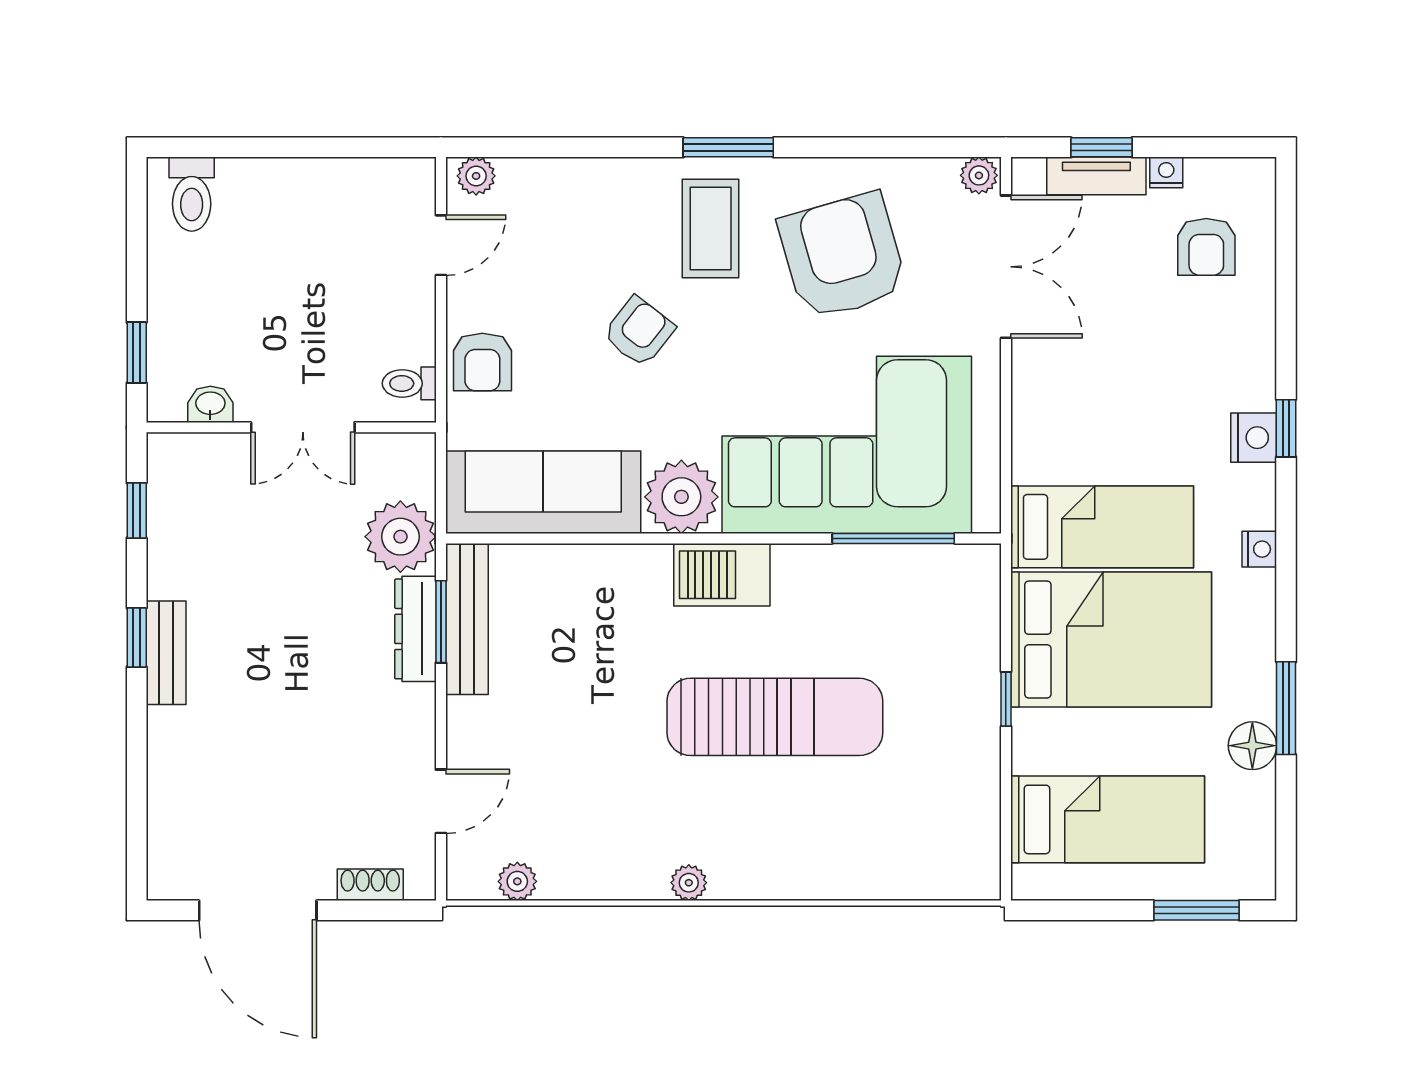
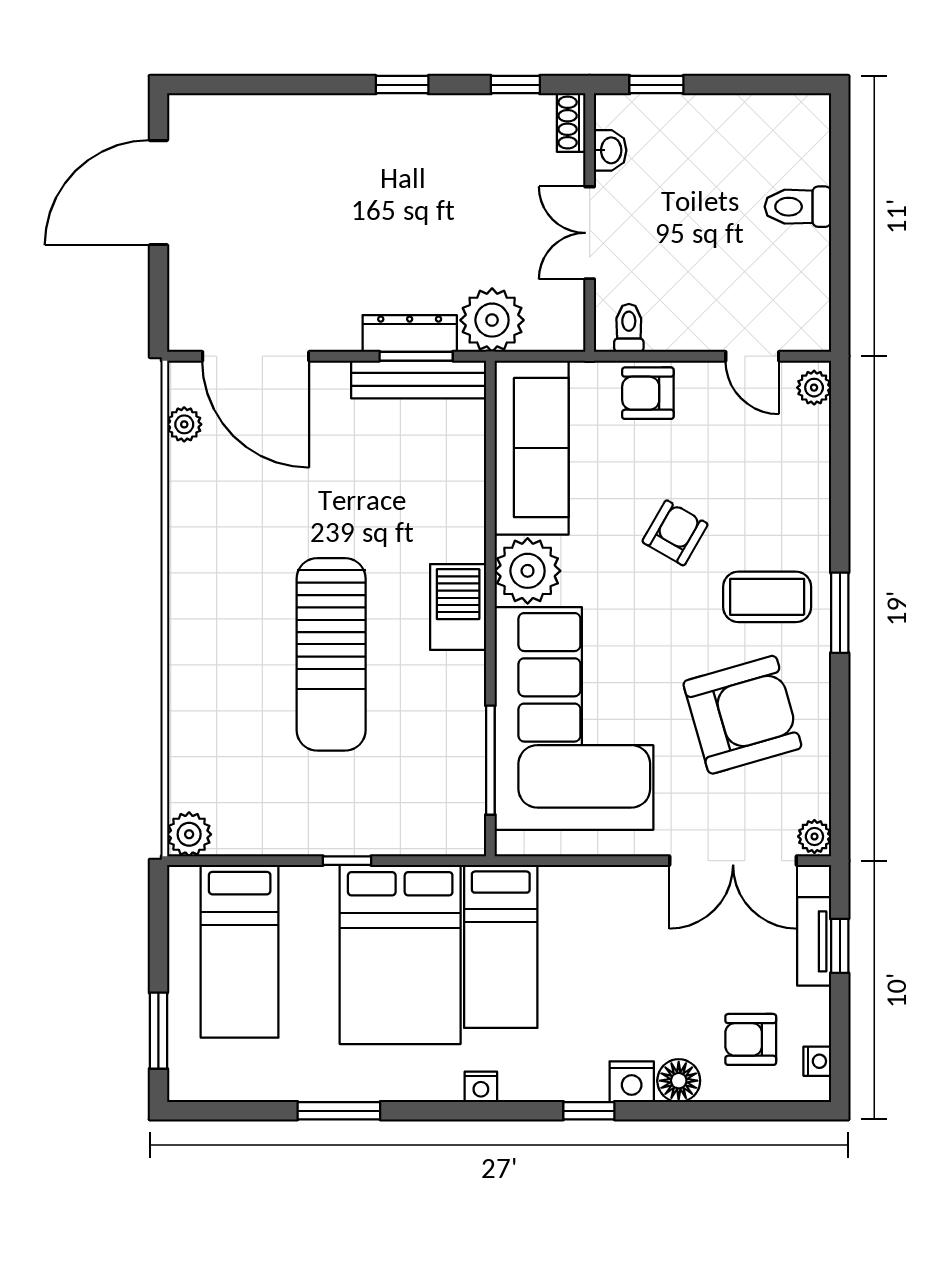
nightstand: (1166, 172) -> (817, 1061), moved
toilet: (192, 194) -> (798, 207), moved
armchair: (639, 332) -> (675, 533), turned -98
nightstand: (1254, 438) -> (632, 1082), moved
bench: (166, 653) -> (388, 111), removed
floor lamp: (1252, 746) -> (679, 1081), moved
door: (441, 801) -> (256, 356), width x1.87
plant: (689, 883) -> (189, 834), moved, width x1.38, depth x1.38
shoe rack: (370, 885) -> (571, 123), moved, turned 180

